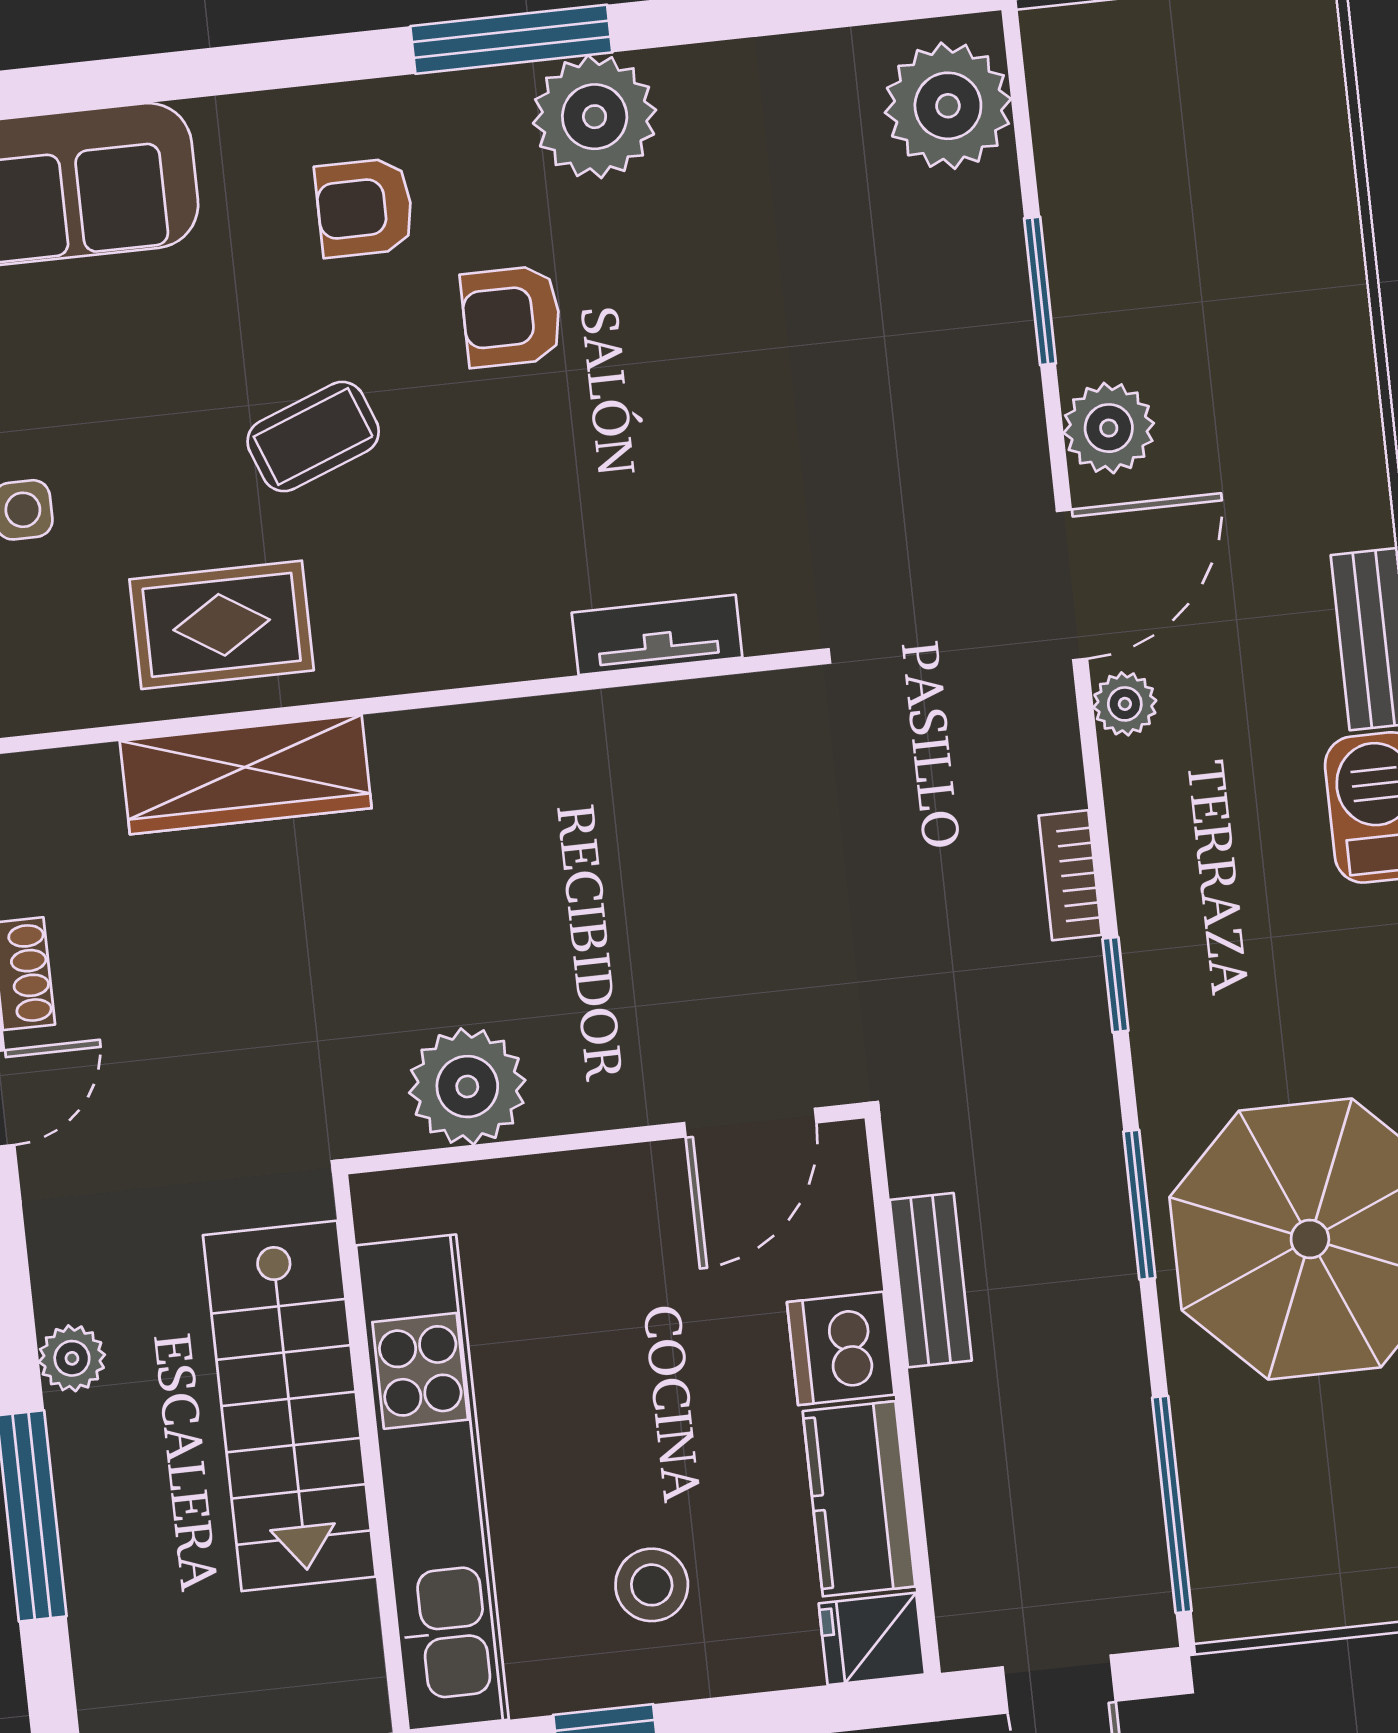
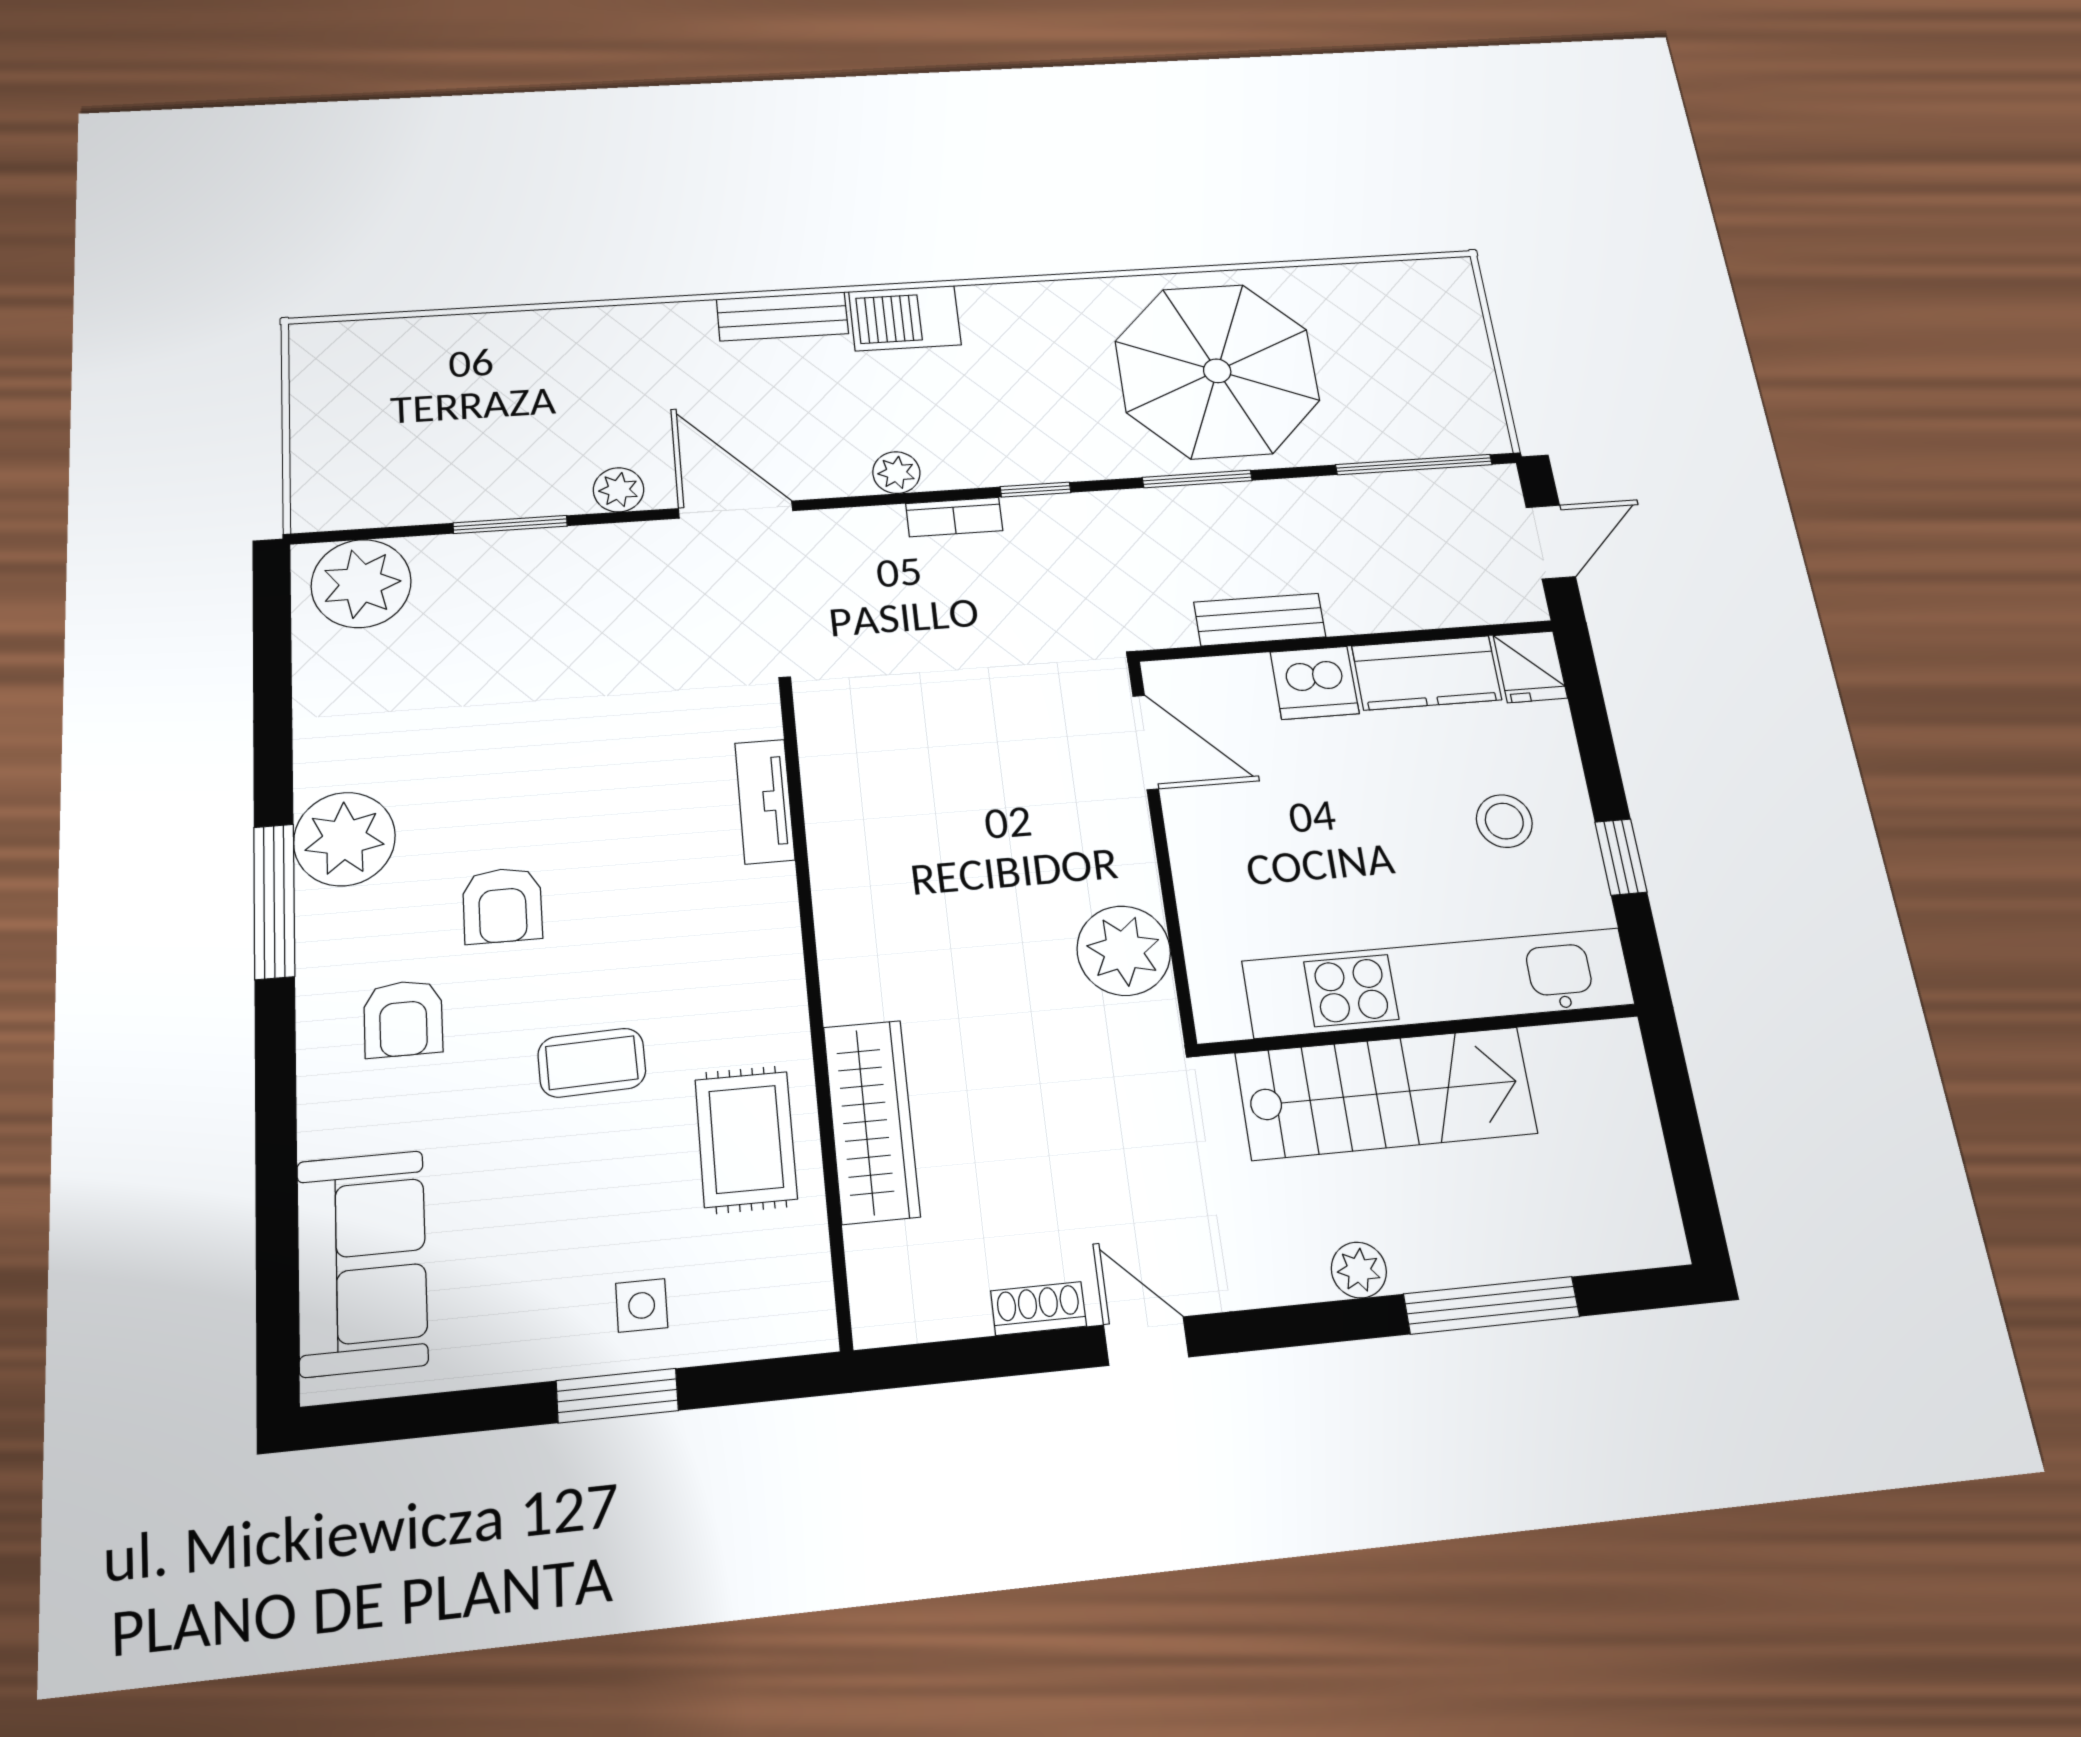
plant: (1109, 428) -> (619, 490), width x0.73, depth x0.73
coffee table: (313, 437) -> (592, 1063), turned -71
plant: (1125, 704) -> (896, 473), moved

